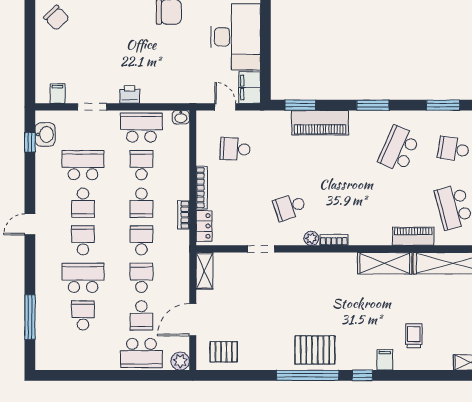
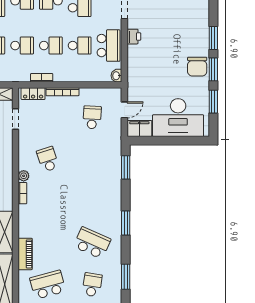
piano: (320, 123) -> (112, 182), removed
school desk: (141, 203) -> (51, 46), turned 180
doorway: (261, 249) -> (15, 119), moved

